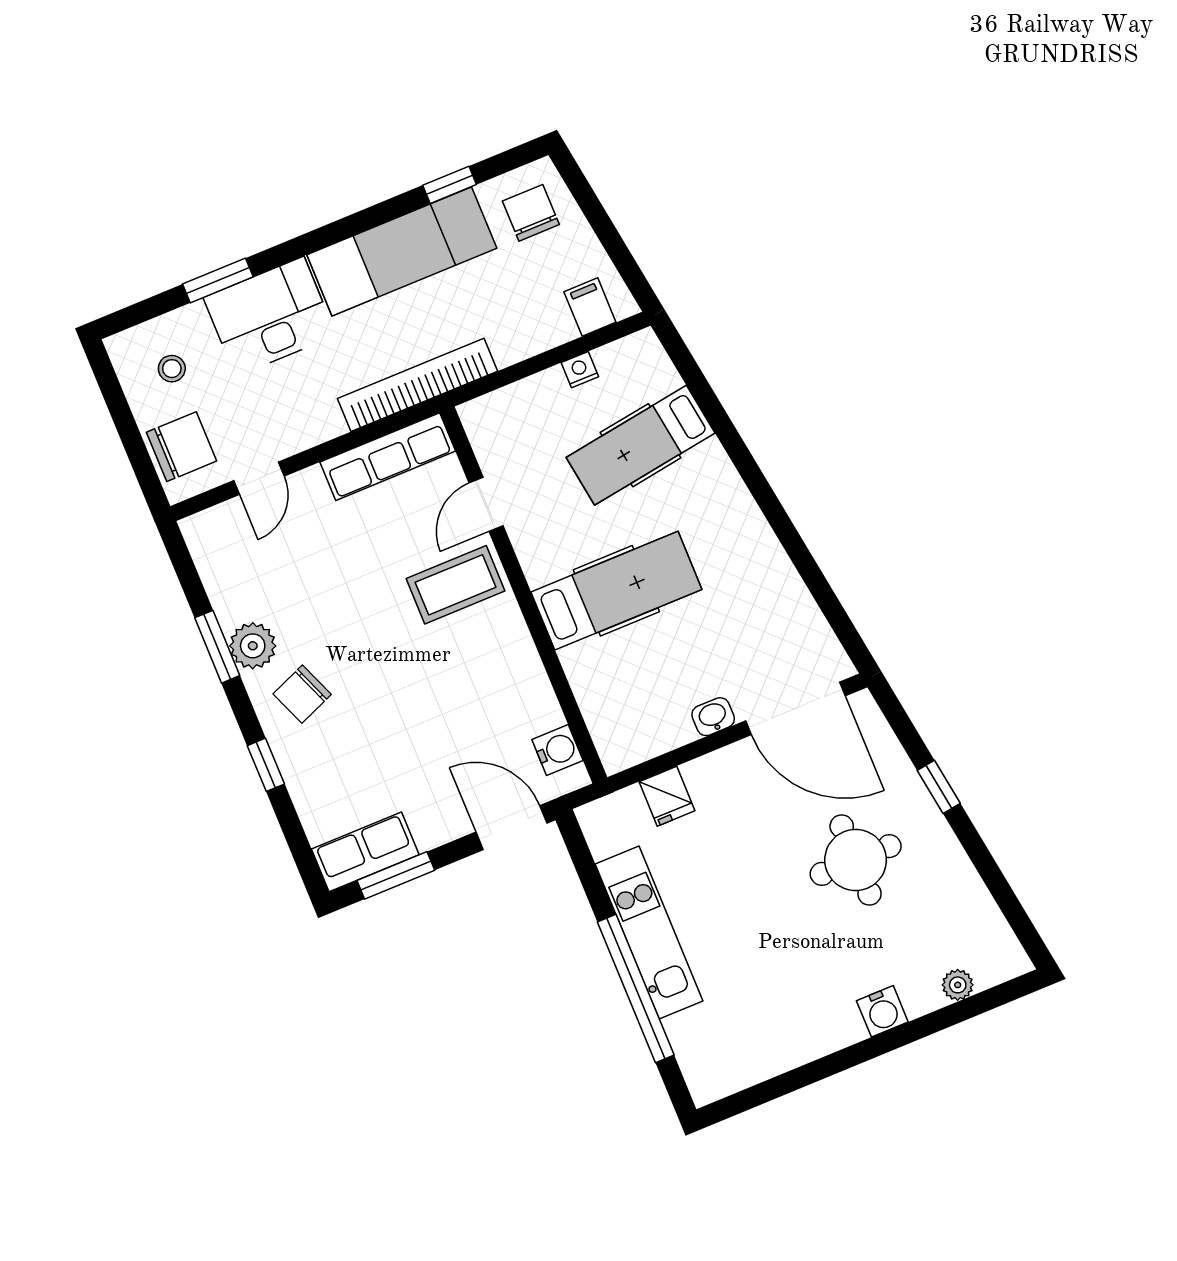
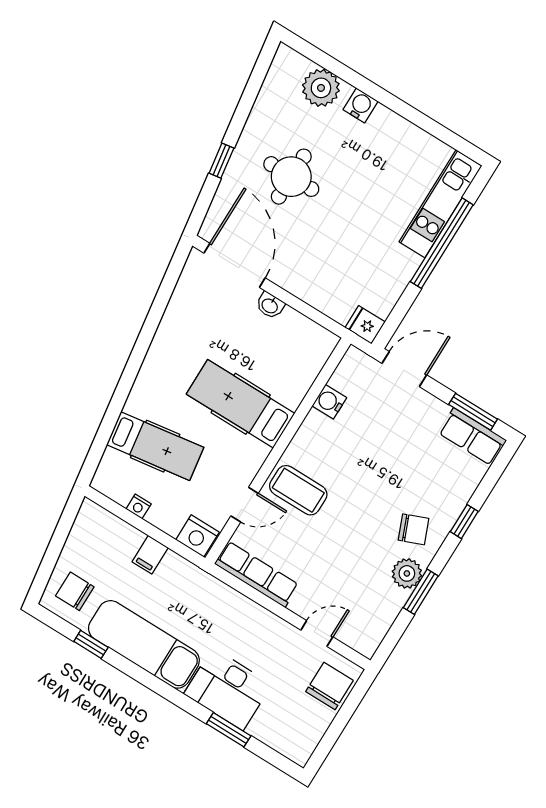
chair: (531, 213) -> (75, 591), turned 90
filing cabinet: (590, 307) -> (150, 555), moved
stool: (172, 369) -> (292, 721), removed
bookcase: (417, 385) -> (208, 586), removed
nightstand: (489, 417) -> (197, 536), added
chair: (181, 447) -> (329, 686), turned 90
water cooler: (557, 750) -> (329, 402), moved
fridge: (667, 796) -> (365, 325), moved, turned -90
door: (512, 828) -> (404, 369), swing flipped
kitchen unit: (649, 932) -> (441, 204), moved
plant: (958, 985) -> (321, 88), width x1.87, depth x1.87

